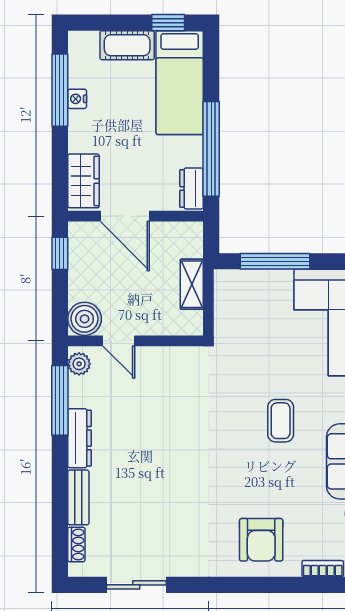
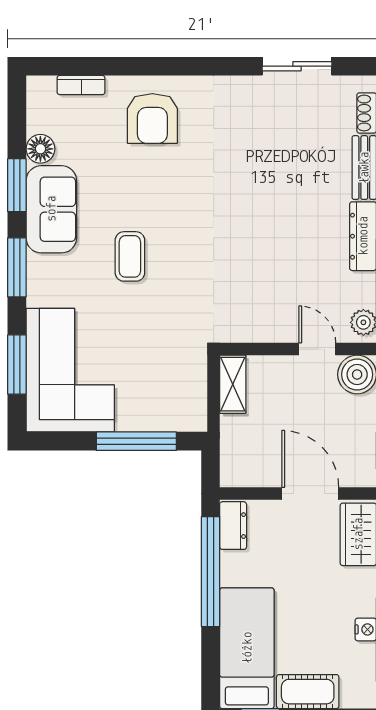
shelving: (192, 284) -> (233, 384), moved
armchair: (261, 540) -> (152, 118), turned 180

